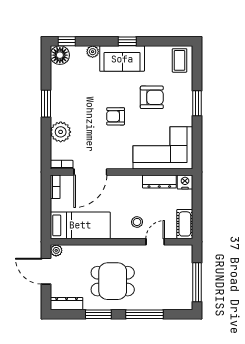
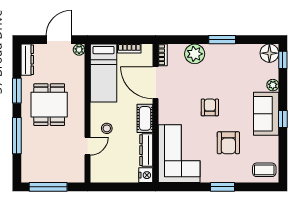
bookcase: (55, 187) -> (129, 49), moved
cot: (185, 224) -> (145, 118), moved, turned 90
door: (155, 242) -> (88, 146), hinge flipped

